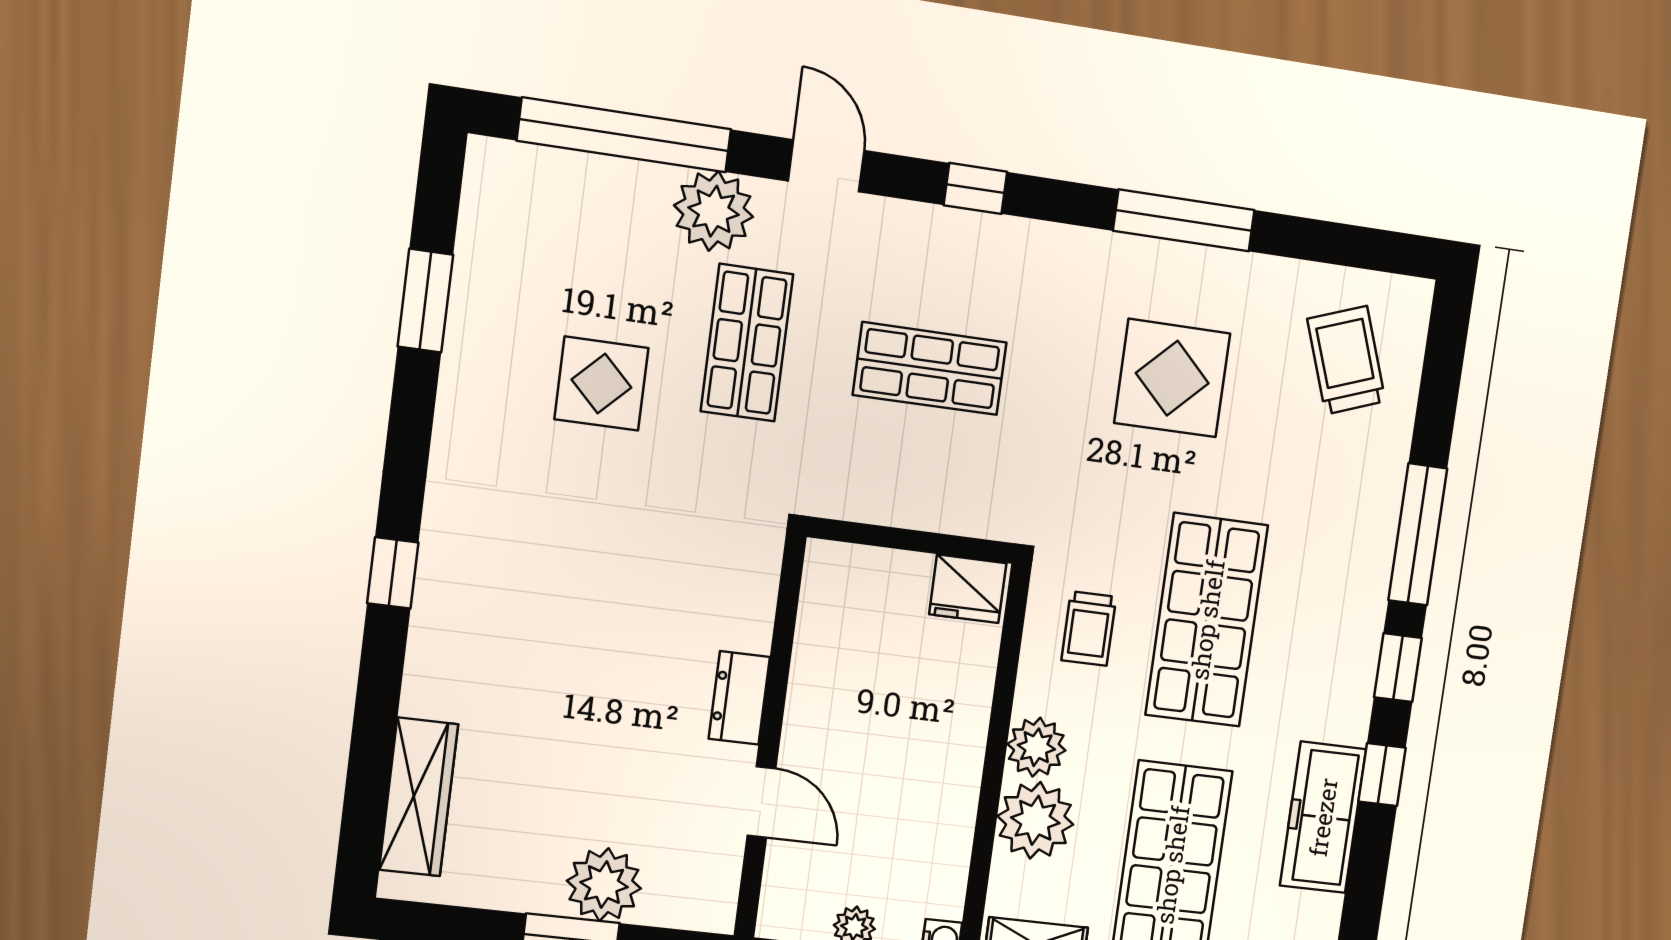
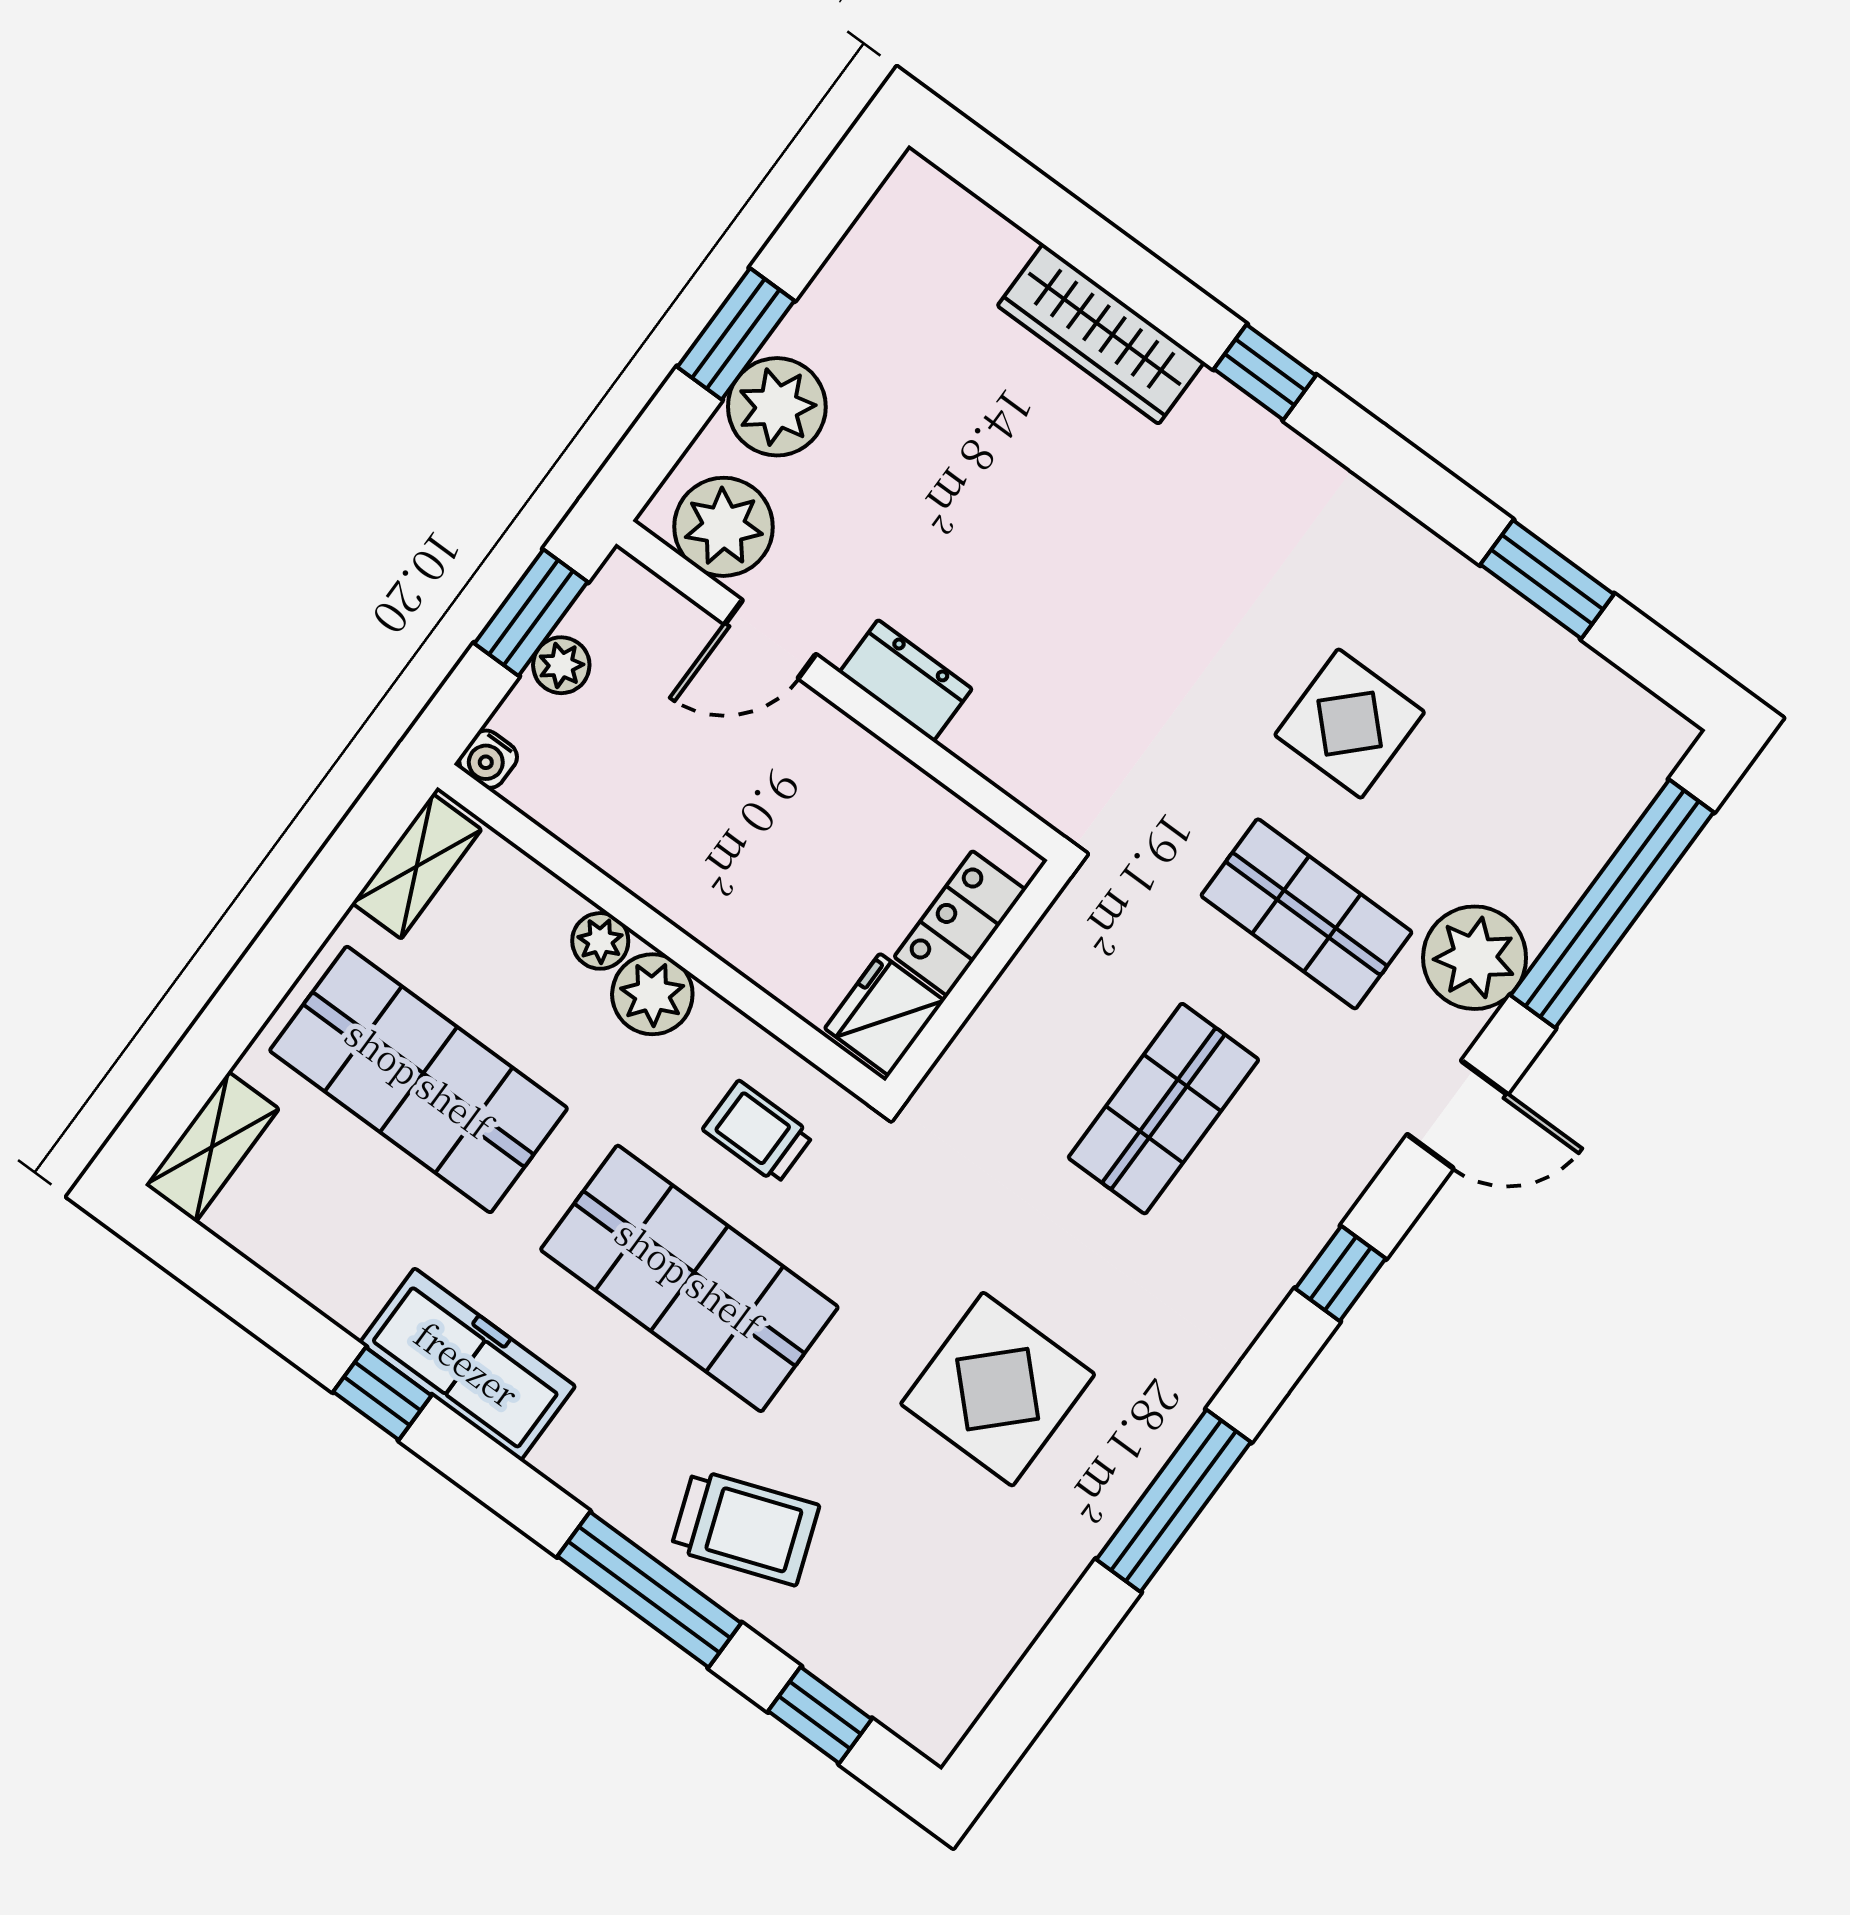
trolley: (1346, 360) -> (745, 1527), moved
locker: (881, 572) -> (960, 923), added
window: (1398, 668) -> (820, 1715), moved
wardrobe: (419, 797) -> (1101, 334), moved
freezer: (1323, 817) -> (467, 1364), moved
plant: (1035, 820) -> (600, 941), width x0.53, depth x0.53
plant: (704, 874) -> (724, 527), added

